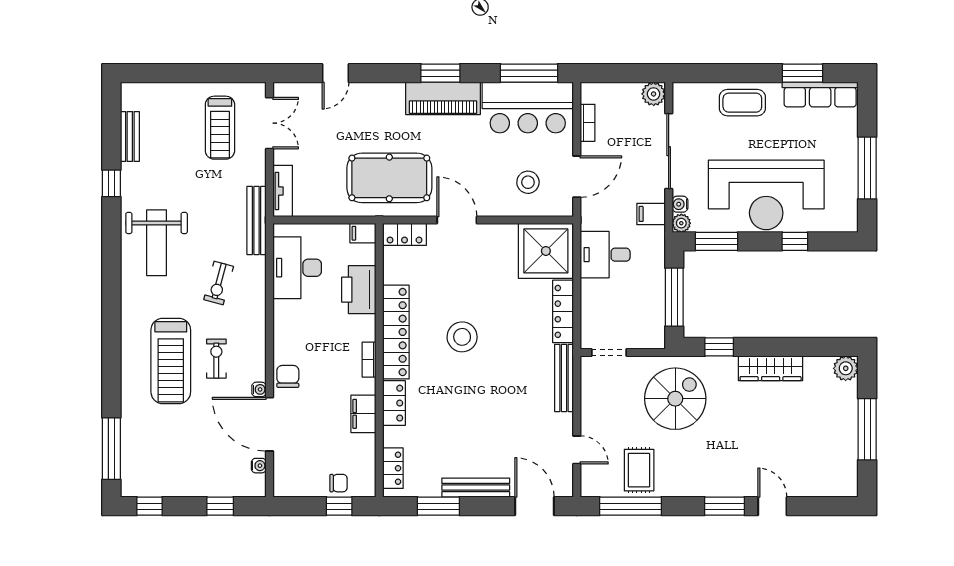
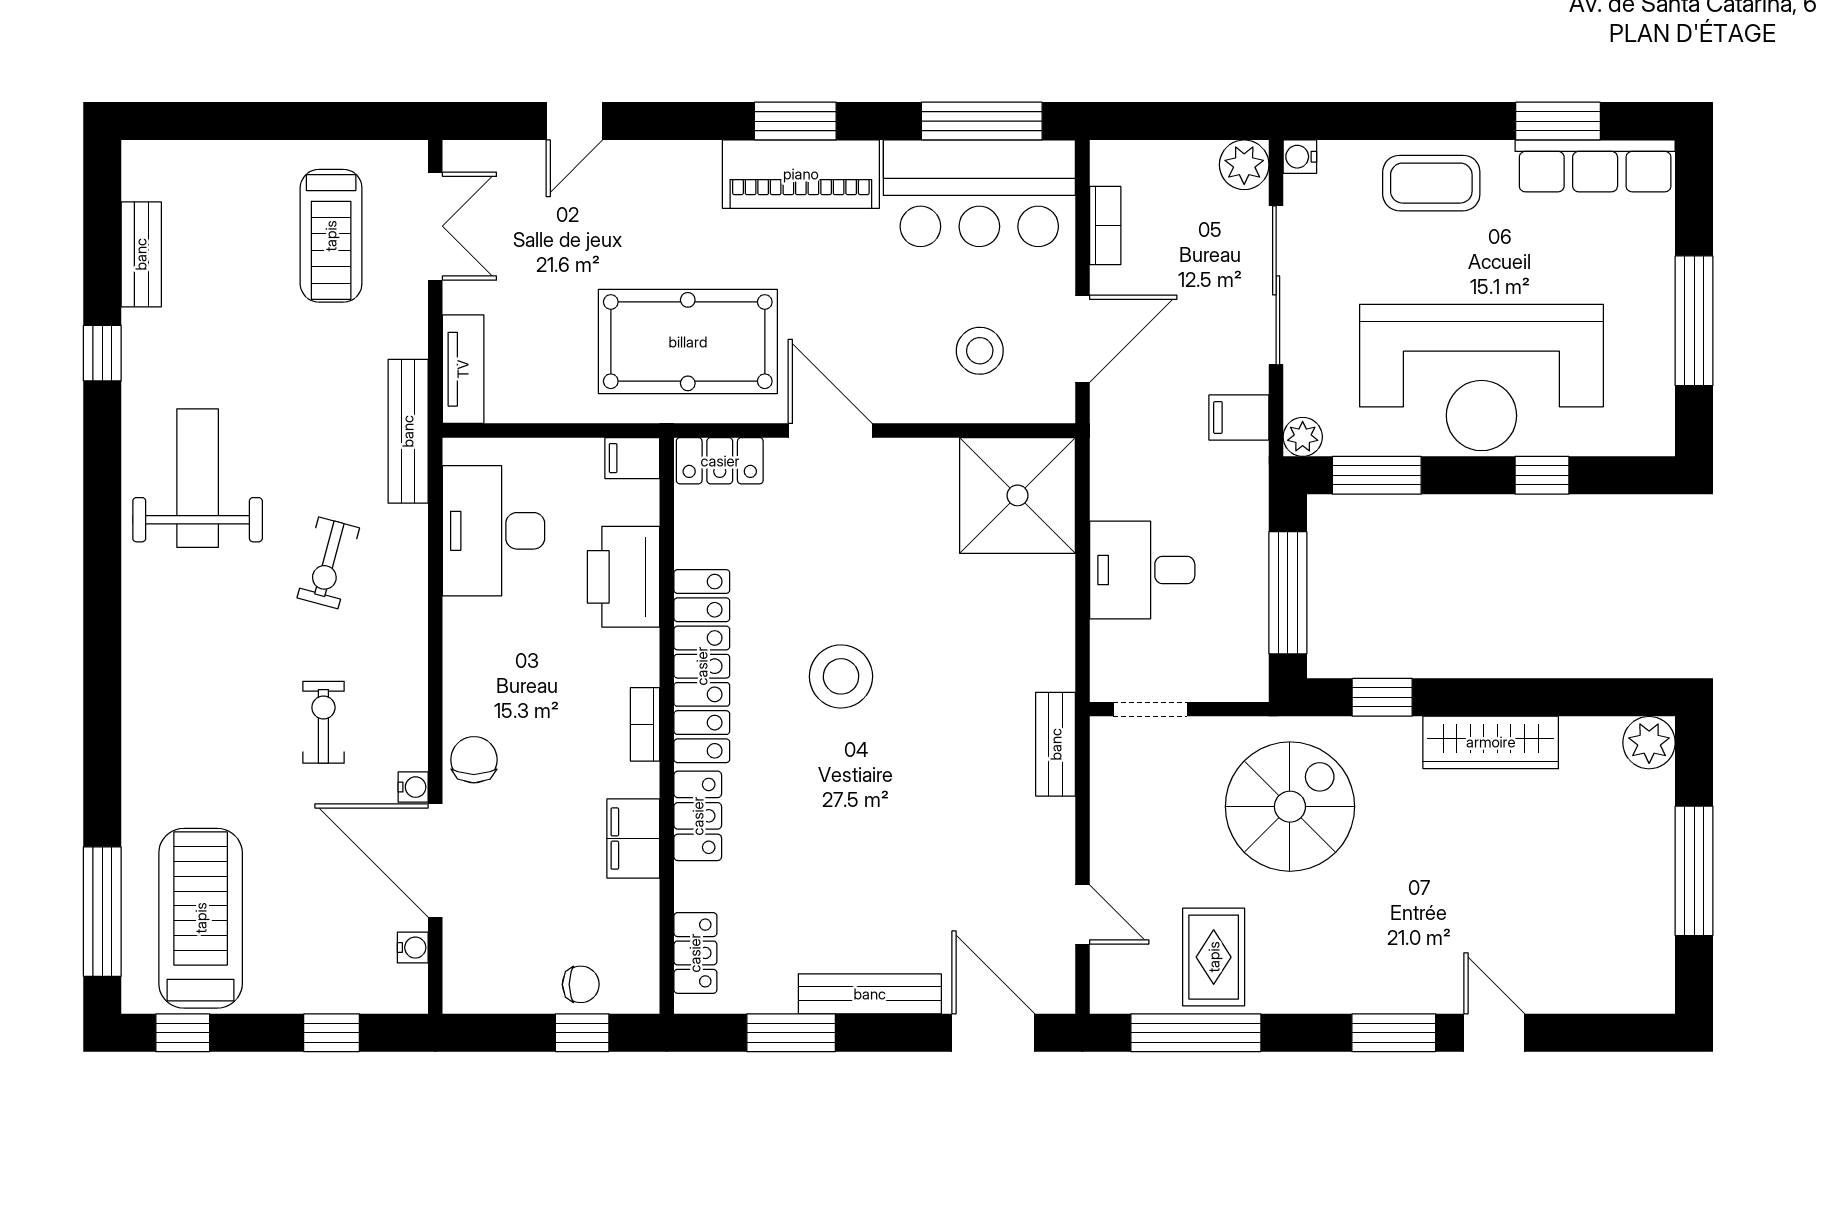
water cooler: (680, 204) -> (1300, 157), moved
weight bench: (157, 243) -> (198, 478), turned 180
desk: (605, 255) -> (1142, 570), moved
locker: (563, 311) -> (1054, 623), removed
treadmill: (171, 361) -> (201, 918), moved, turned 180
bench: (564, 378) -> (1056, 744), width x0.73

